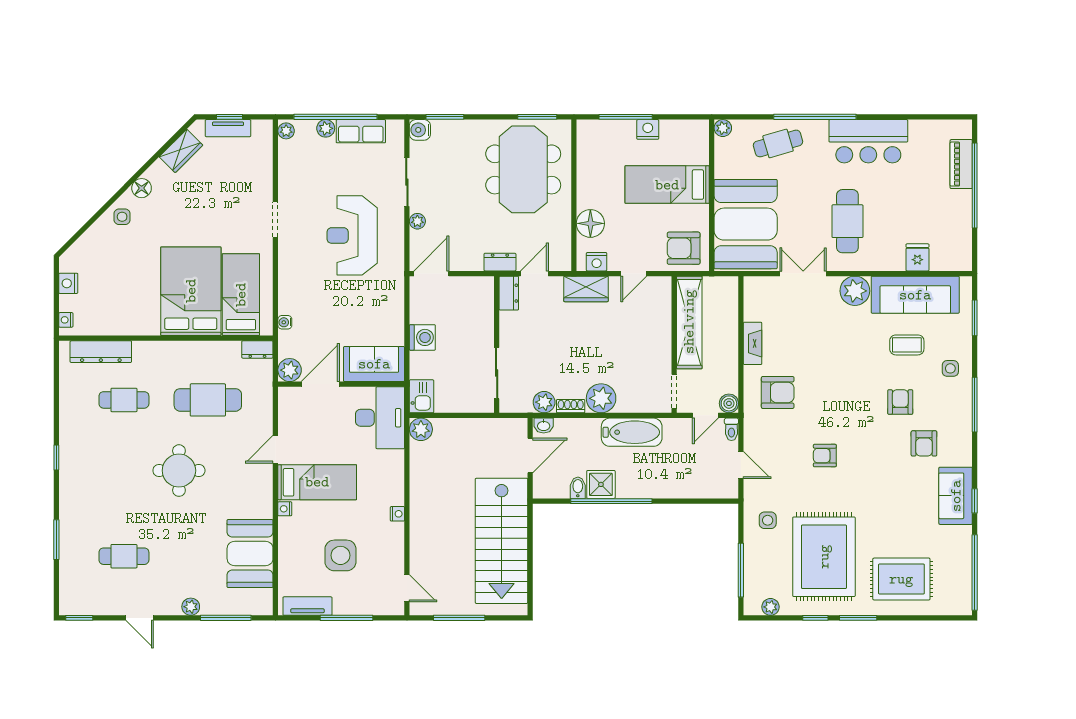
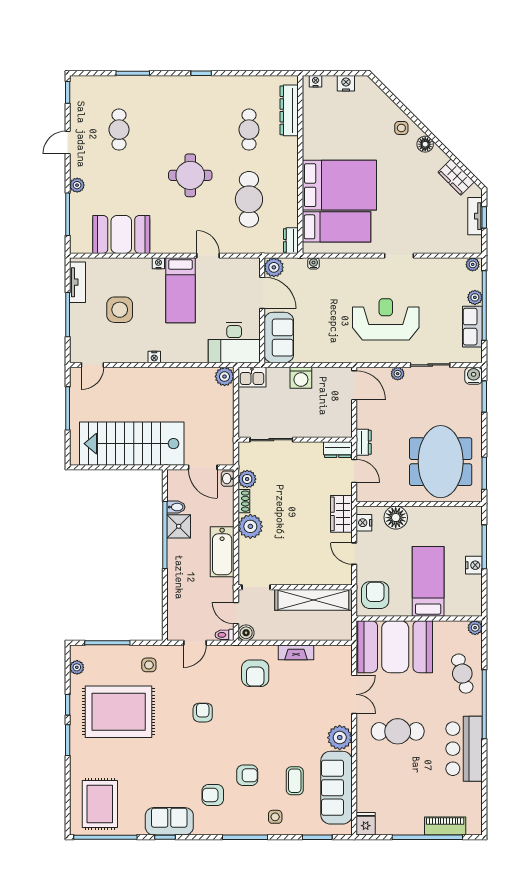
meeting table: (523, 169) -> (441, 462), turned 90
fridge: (917, 257) -> (366, 824), moved, turned -90
rug: (901, 579) -> (100, 804), moved

